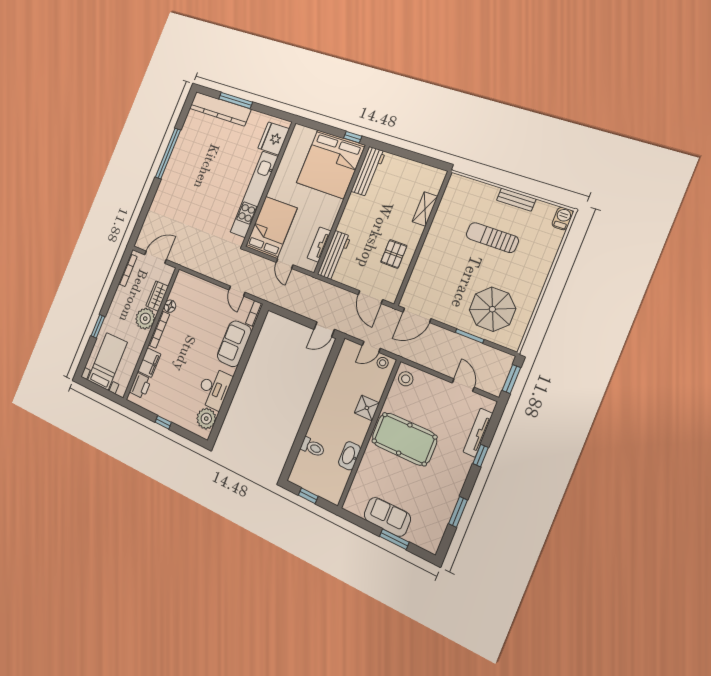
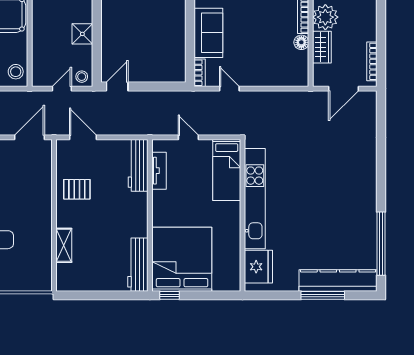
window: (168, 154) -> (381, 244), moved
bed: (271, 227) -> (227, 170), width x0.67
pallet: (394, 254) -> (77, 189), turned 90
stool: (383, 363) -> (82, 77), moved
shower: (367, 408) -> (82, 34), moved

